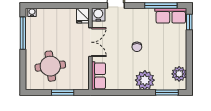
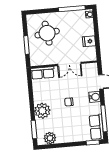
water cooler: (98, 15) -> (95, 97), moved
fridge: (83, 16) -> (89, 41), moved

